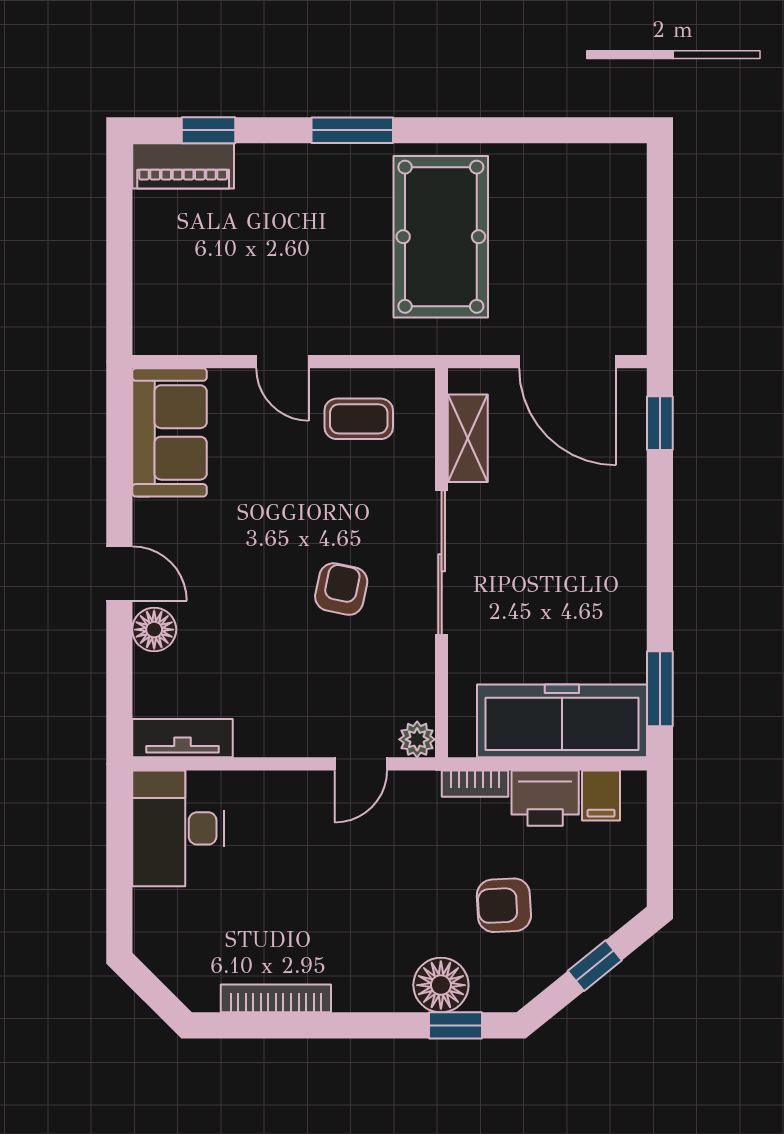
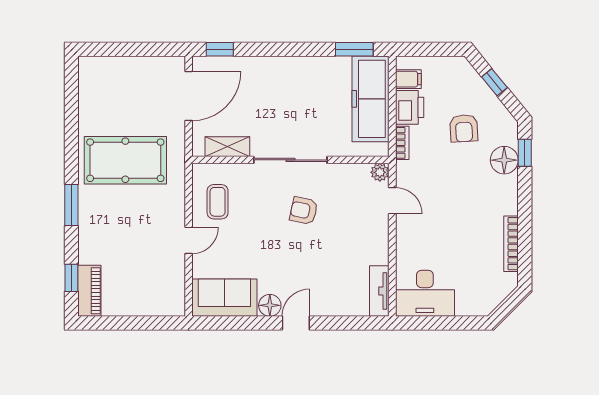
floor lamp: (154, 630) -> (270, 305), moved

